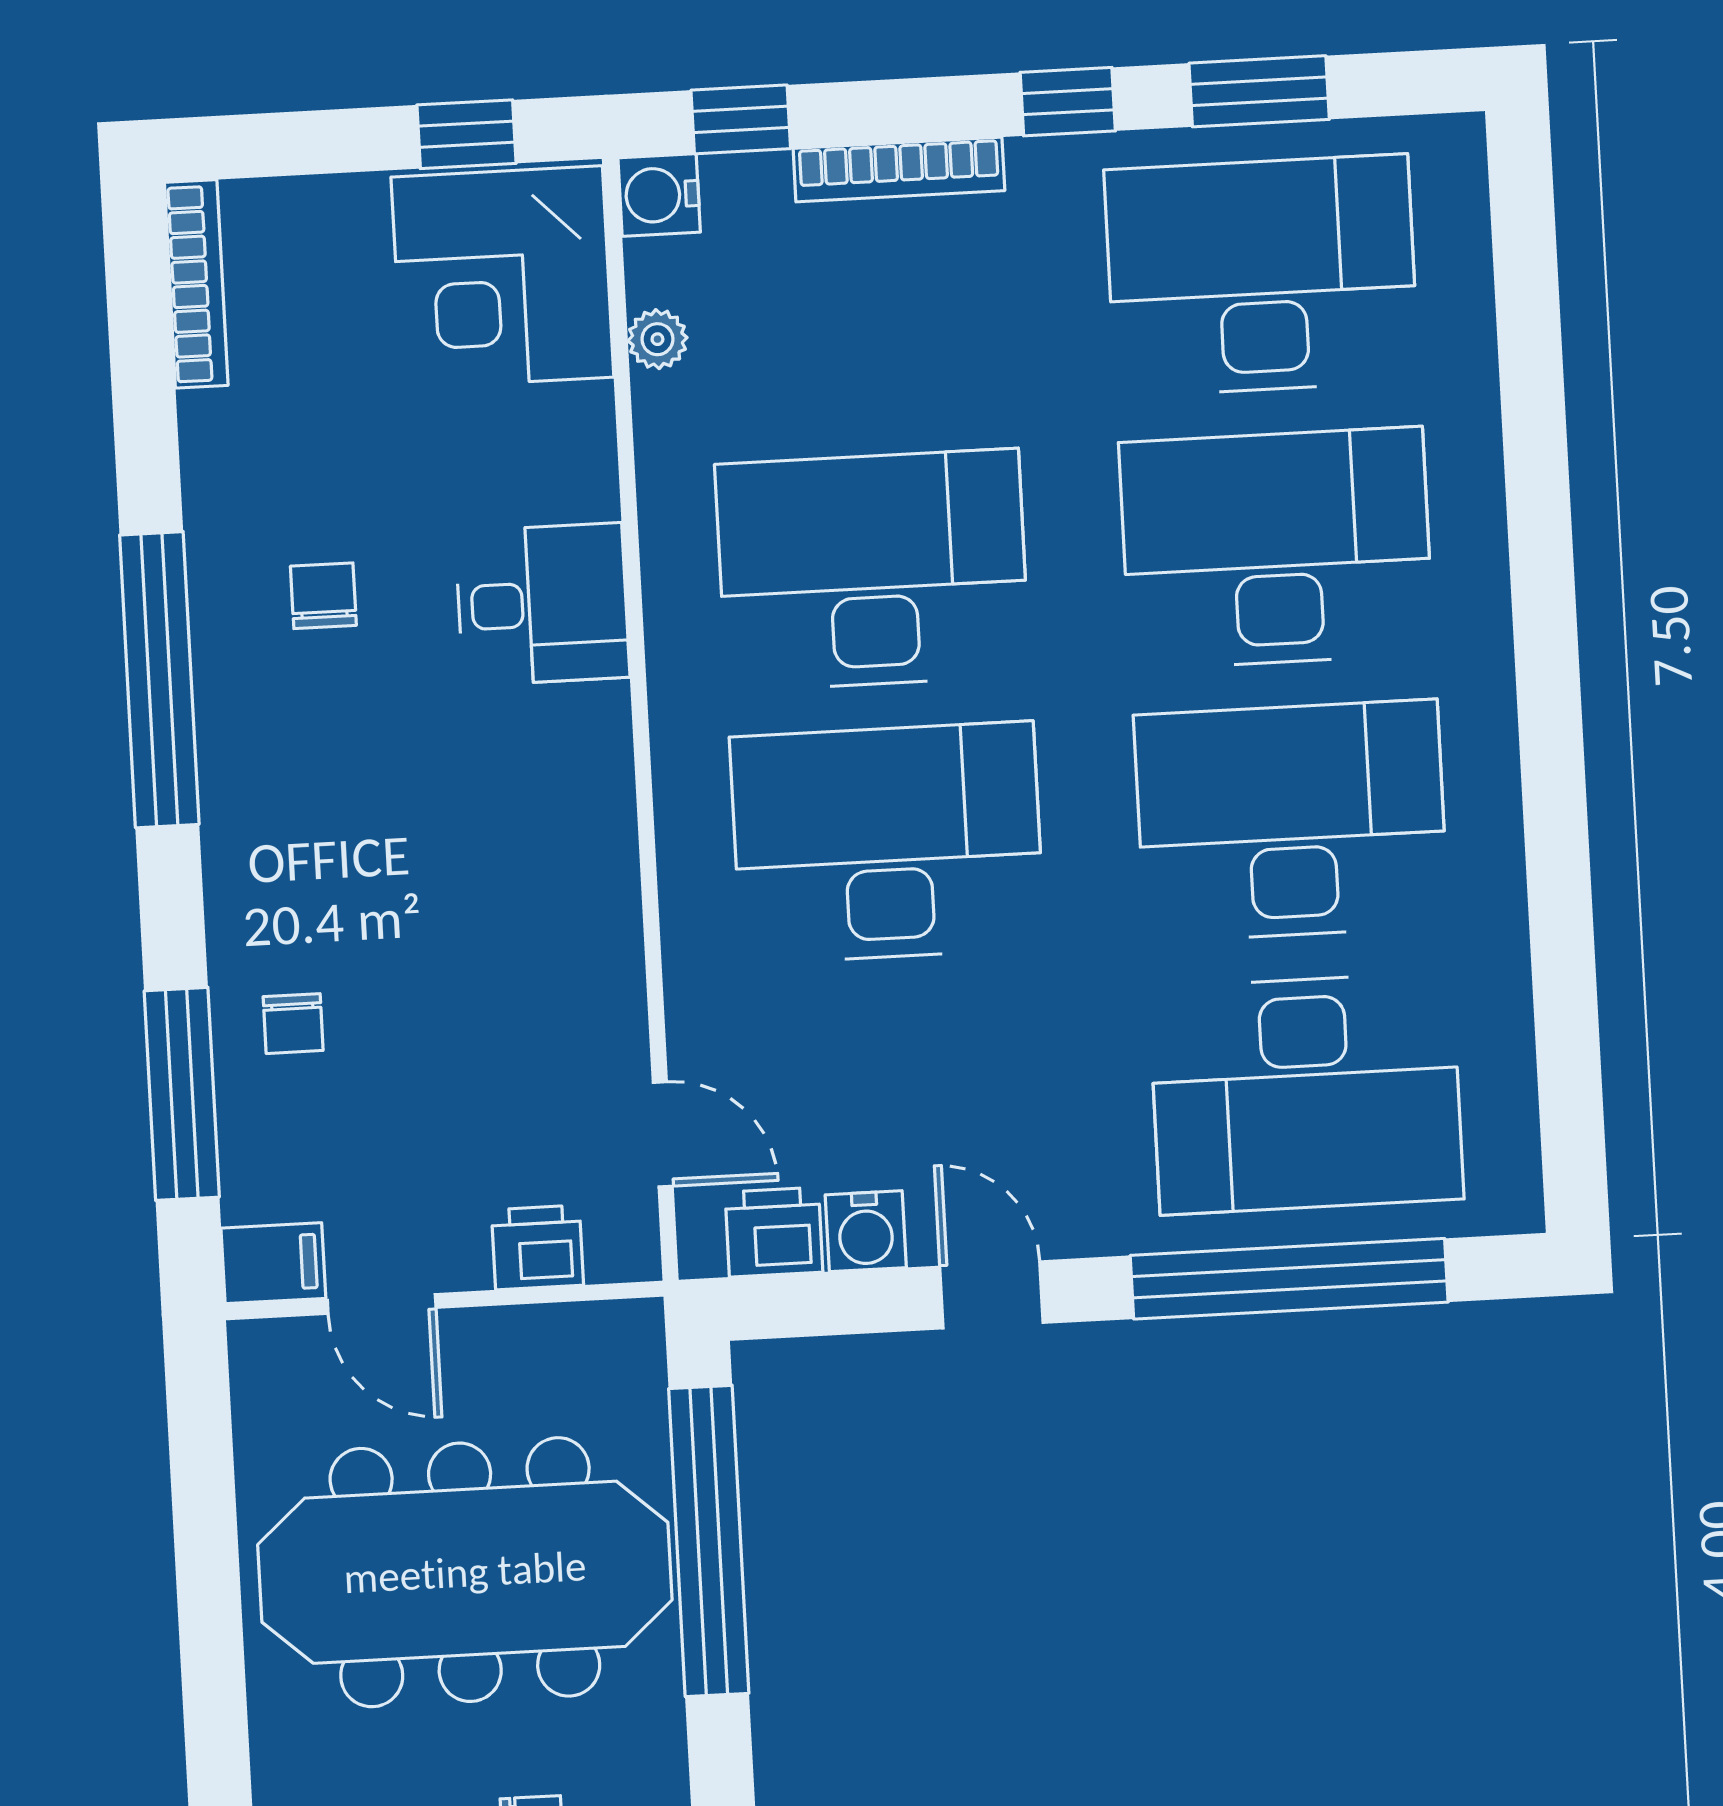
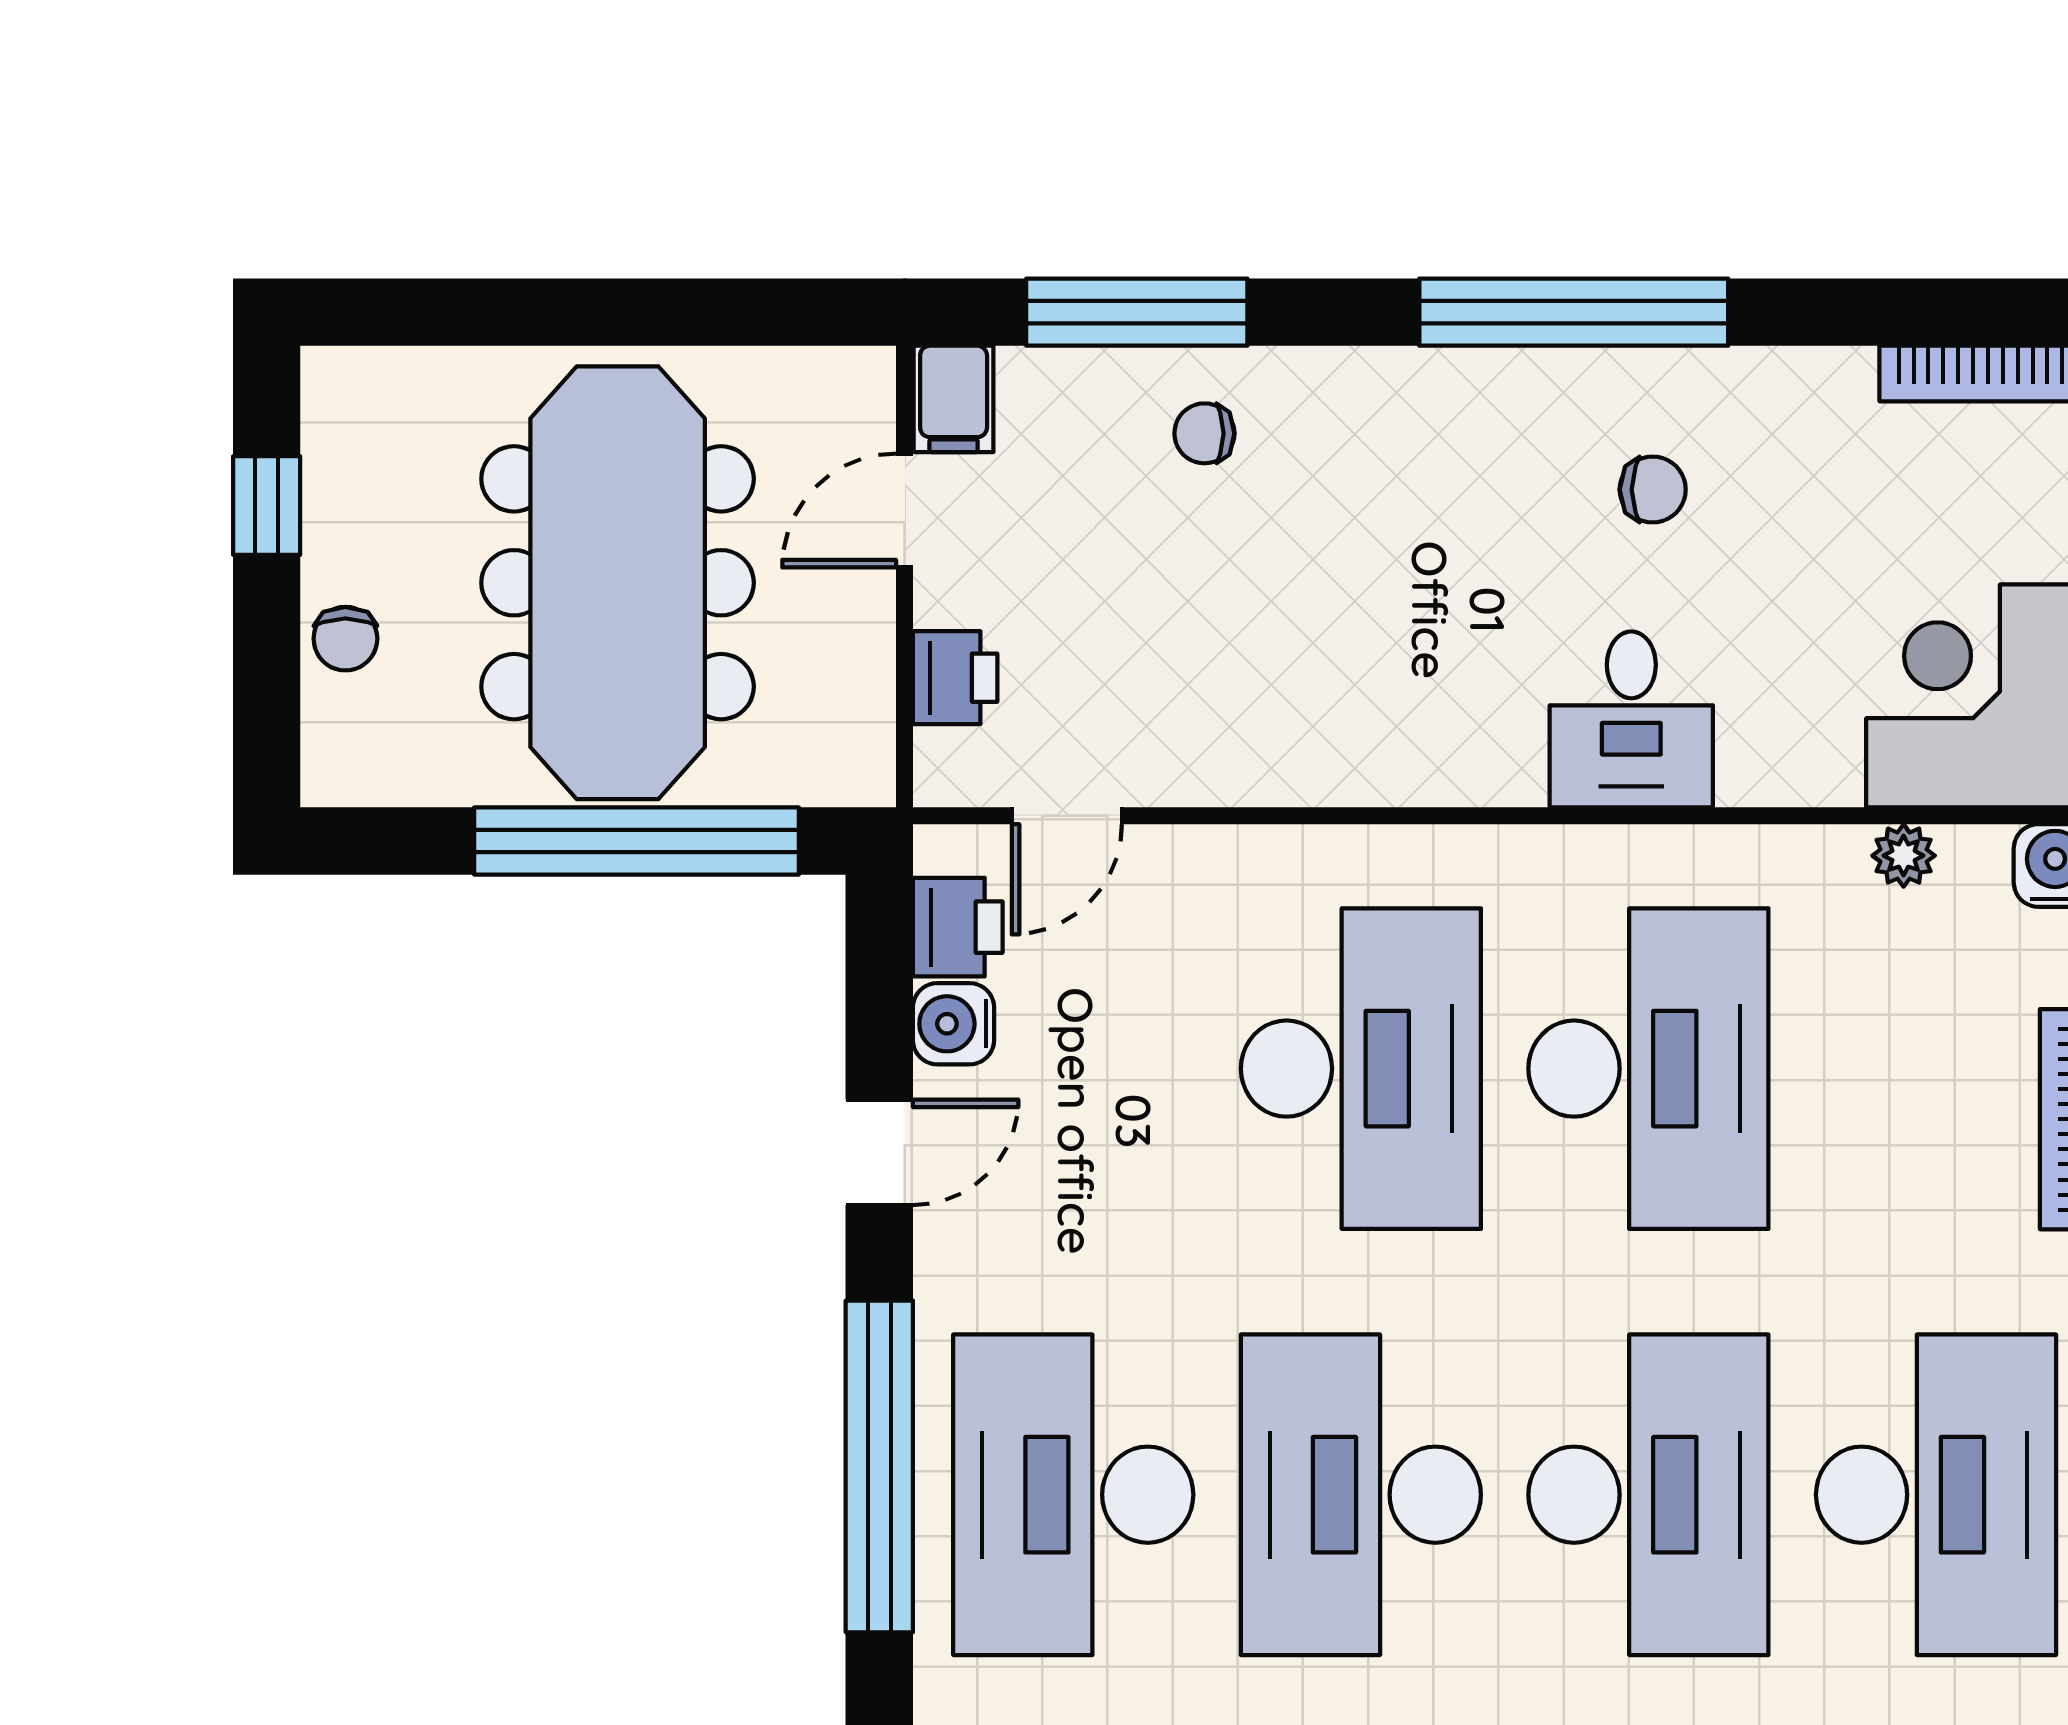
desk: (1291, 821) -> (1361, 1495), turned 180

